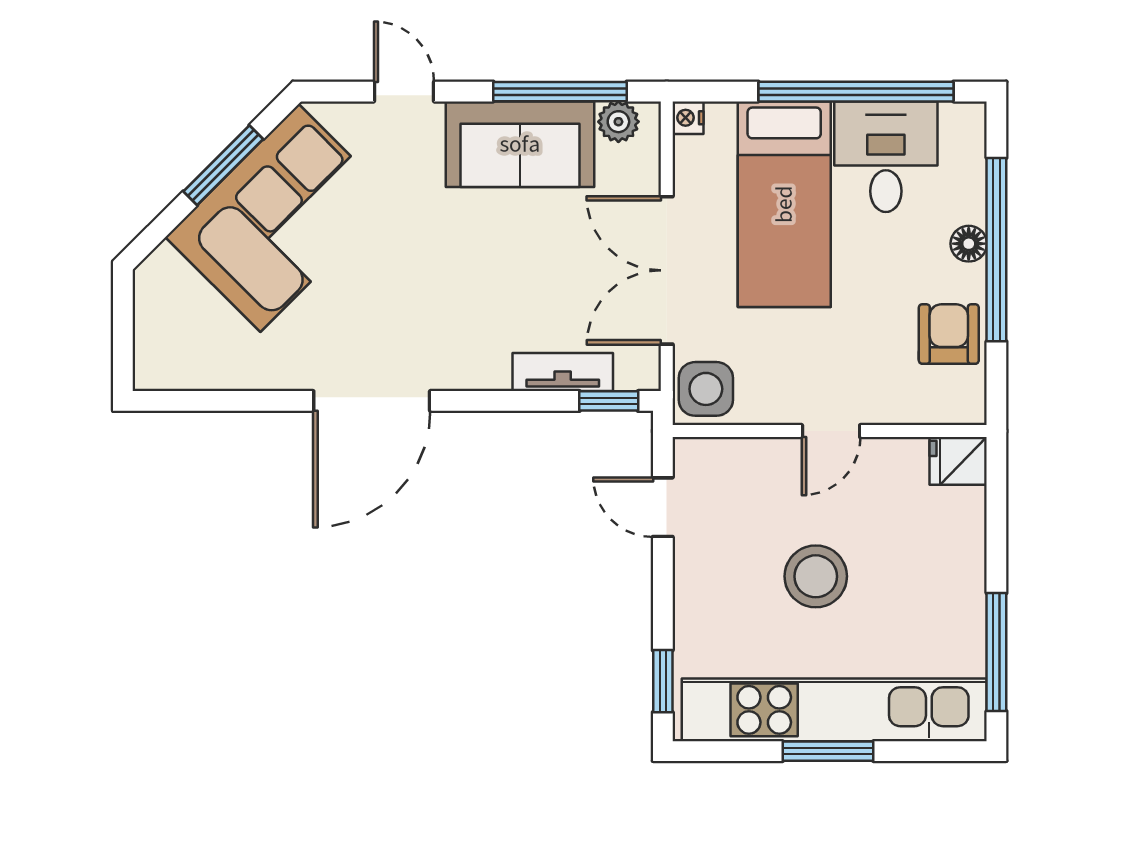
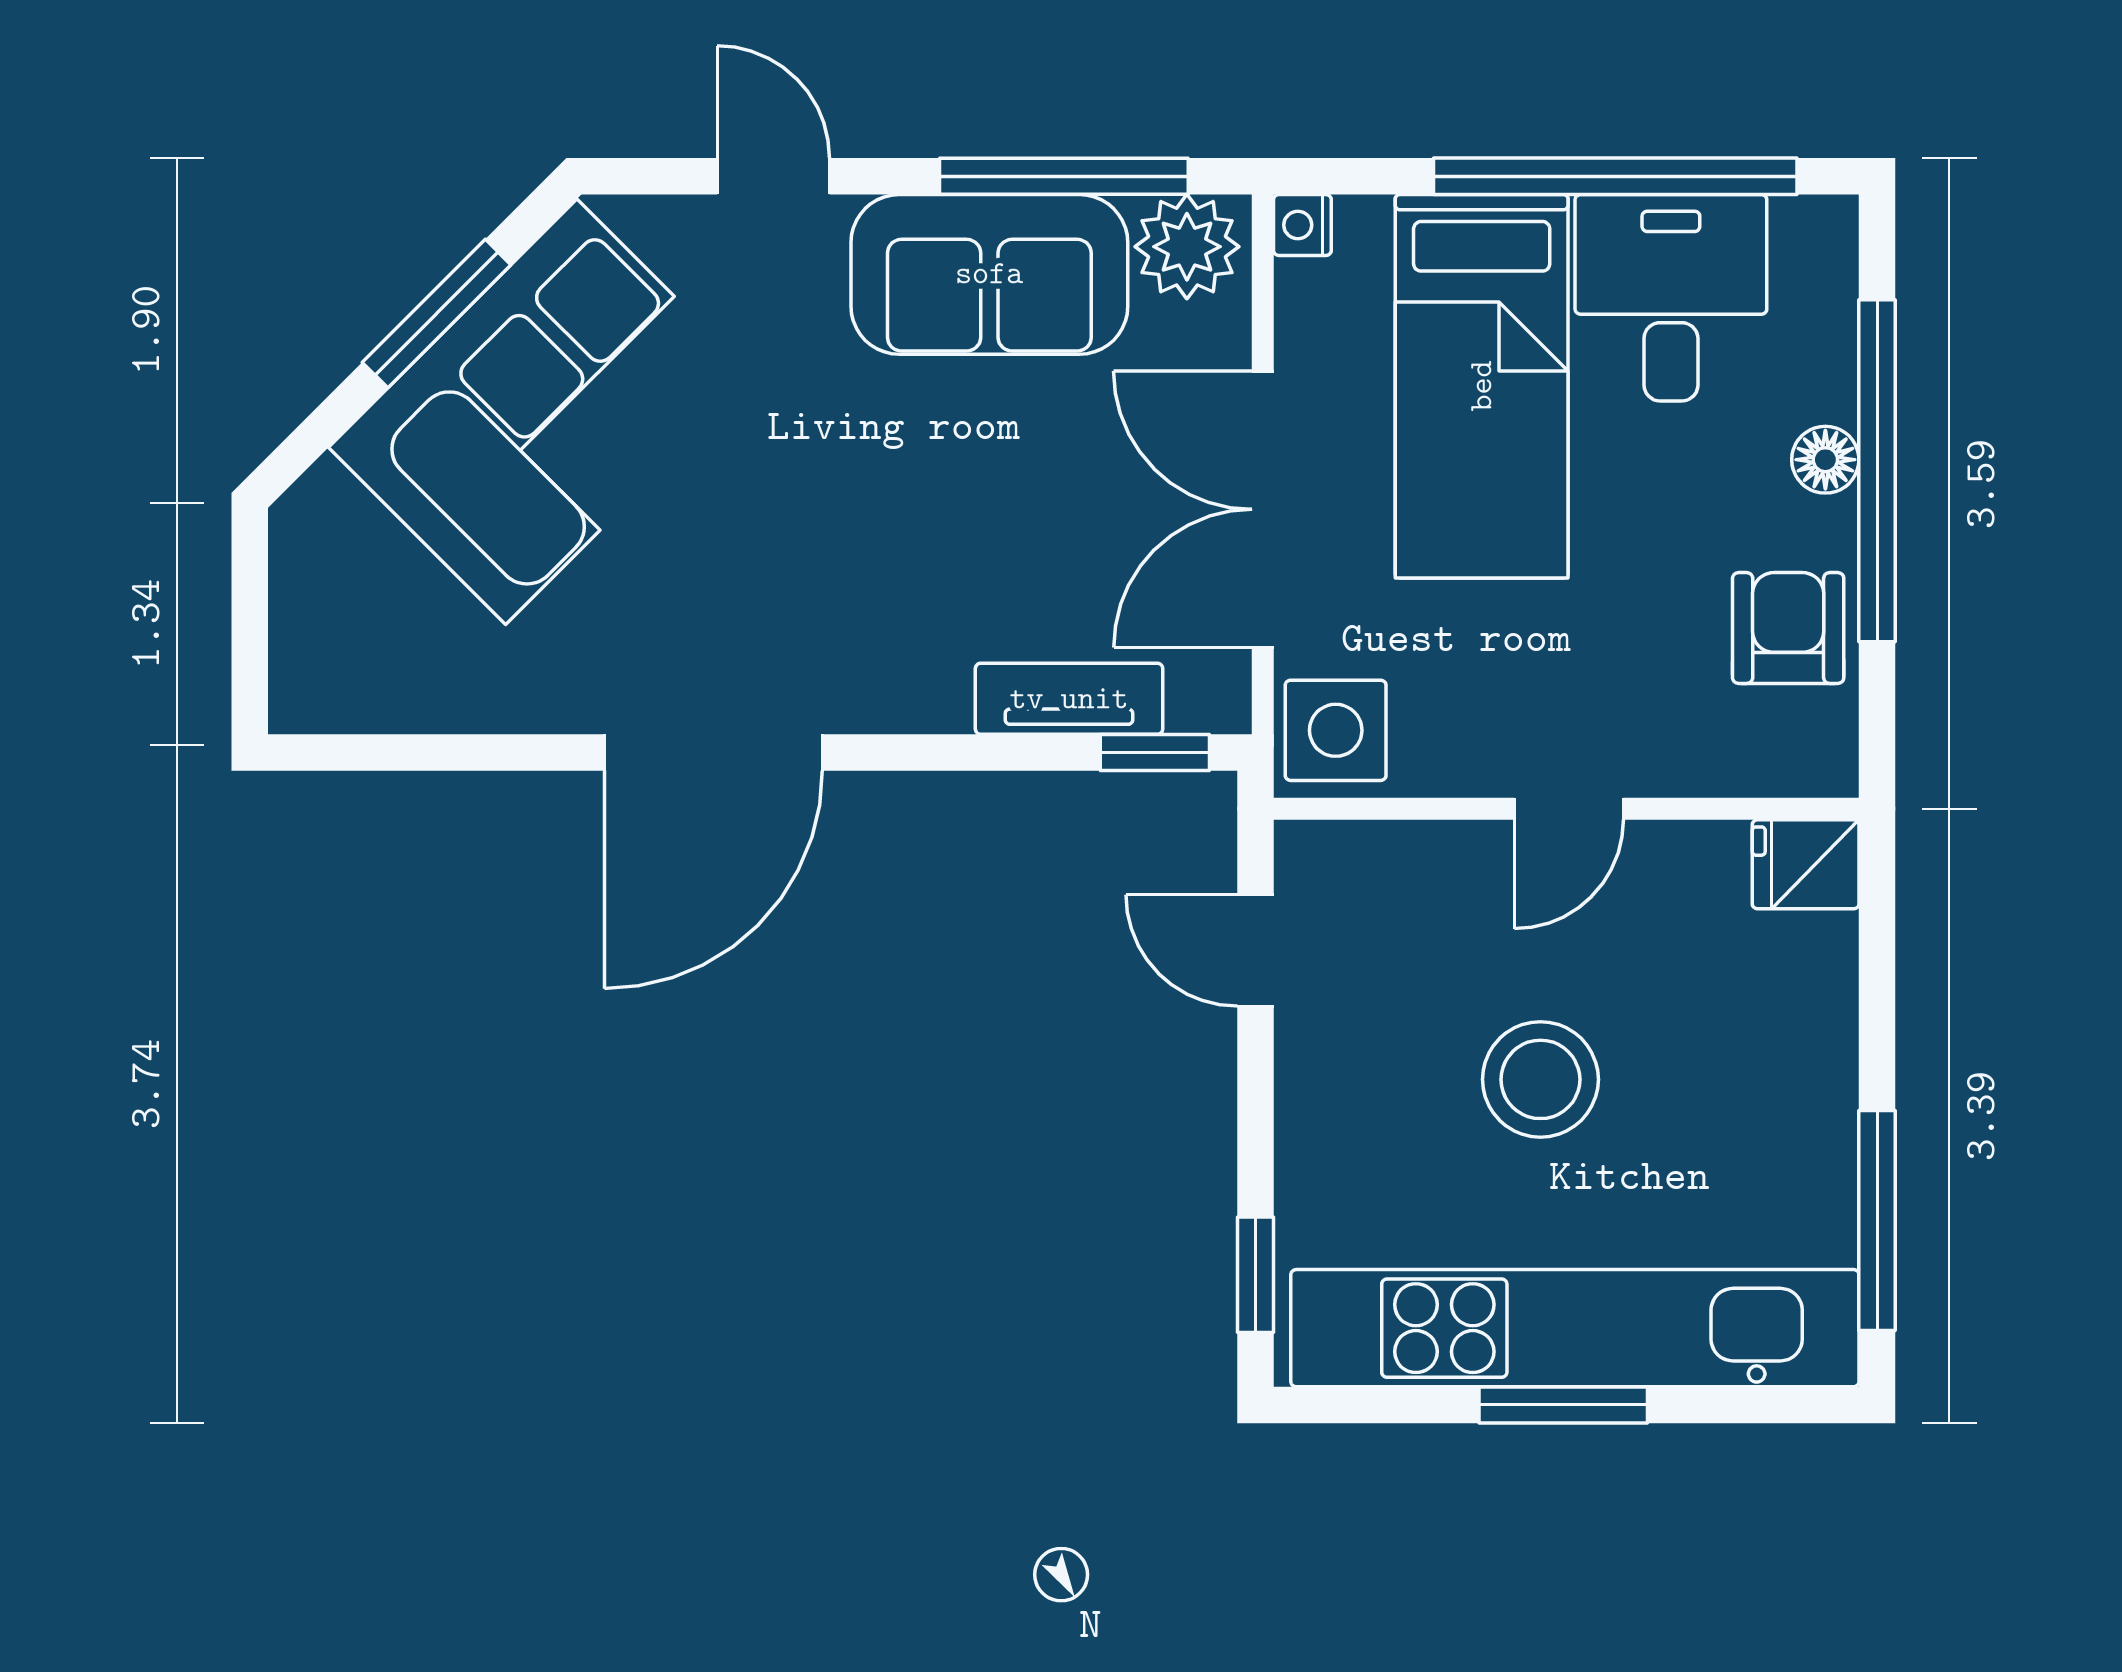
plant: (618, 122) -> (1187, 247), width x1.38, depth x1.38

